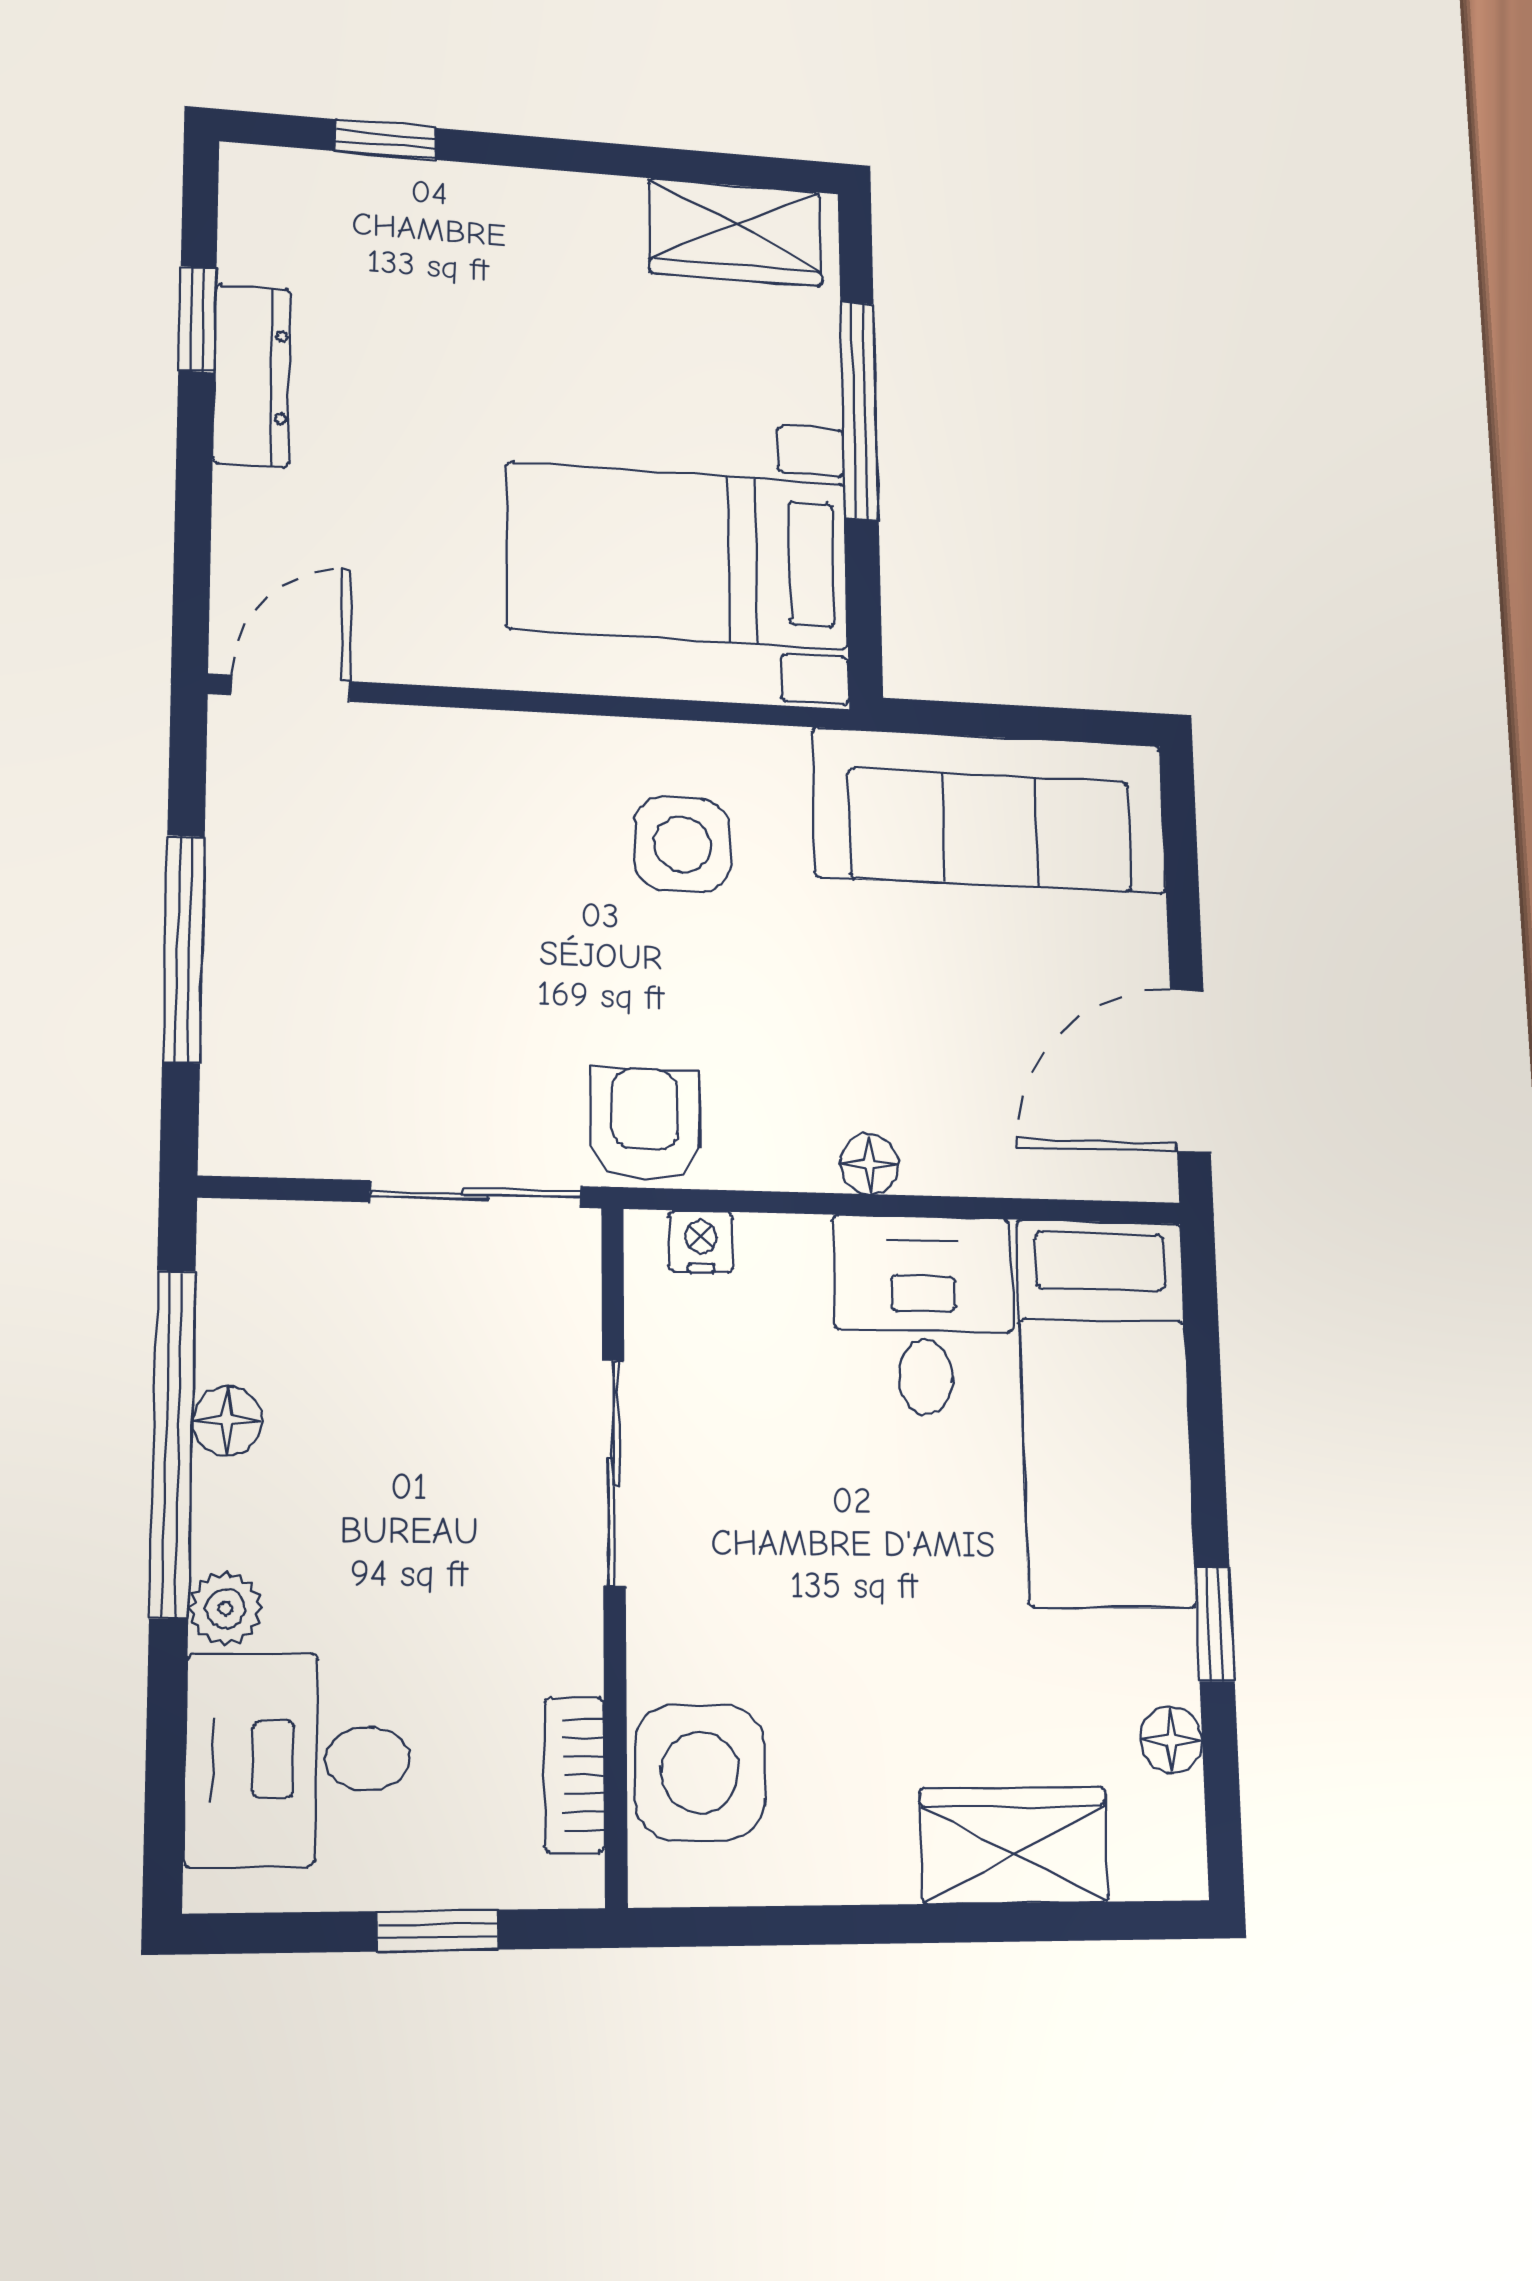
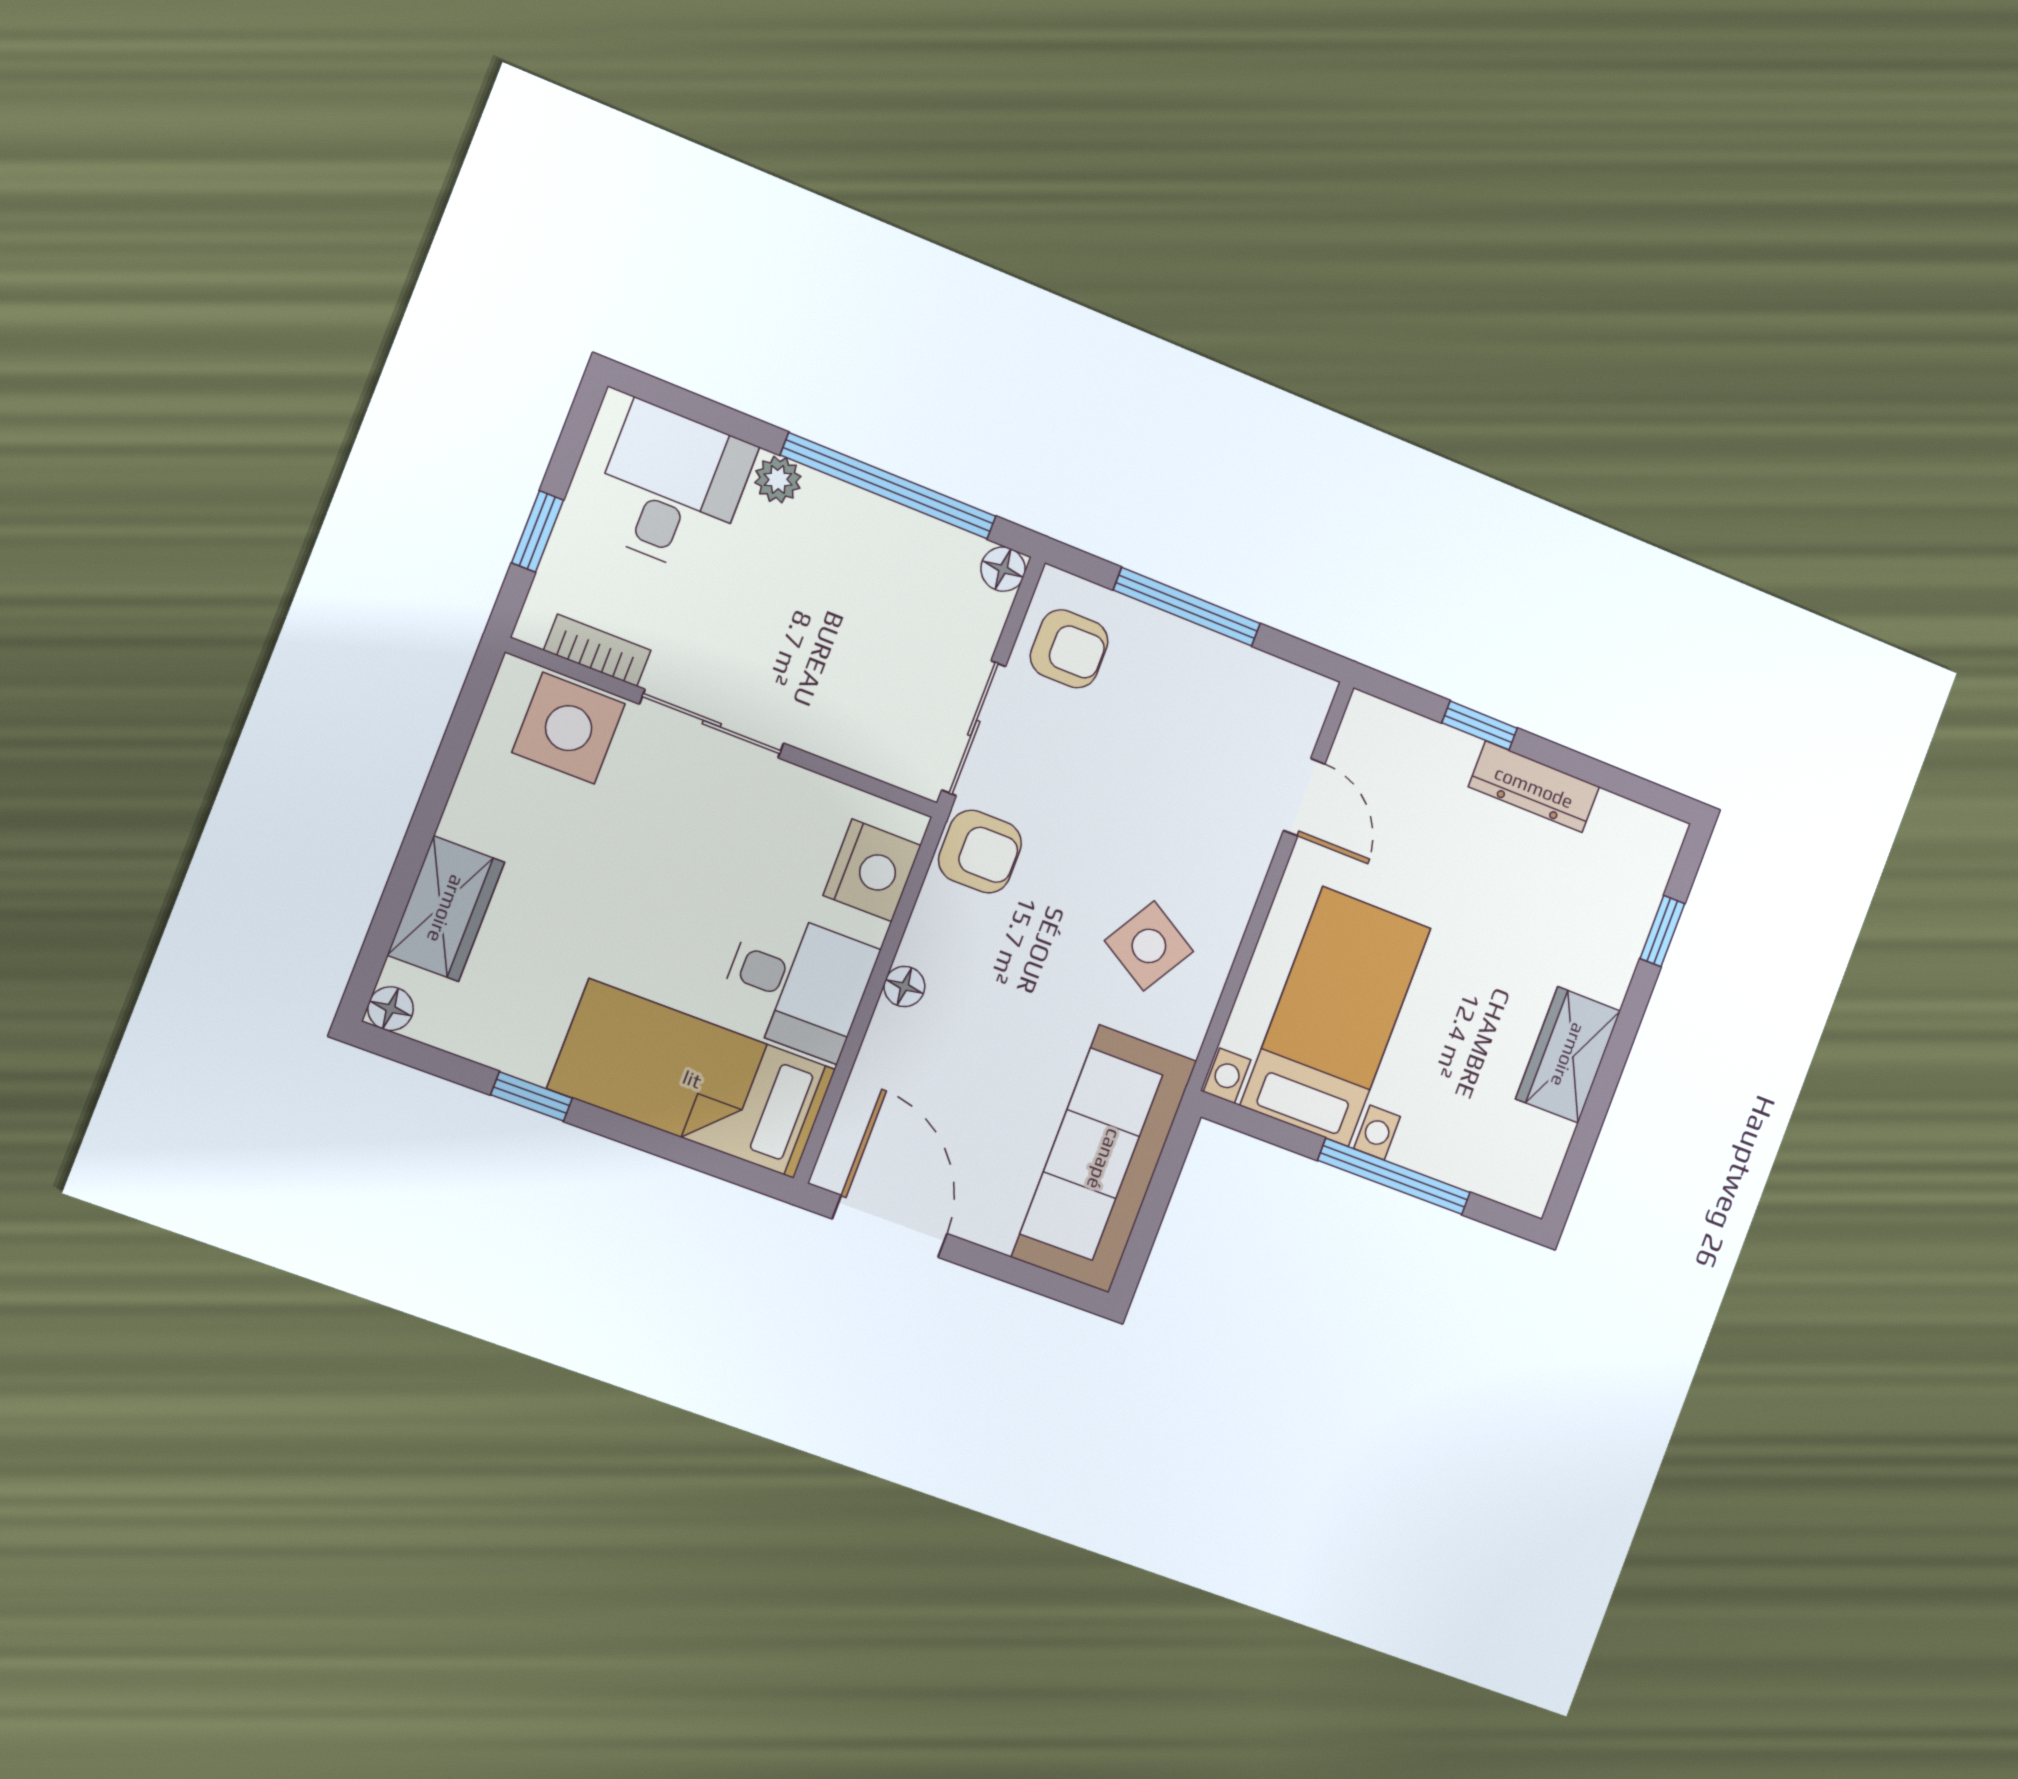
wardrobe: (735, 232) -> (1568, 1055), moved
window: (197, 319) -> (1480, 725), moved
door: (291, 688) -> (1304, 797), moved
side table: (682, 844) -> (1149, 946), turned 31
armchair: (310, 1097) -> (1069, 649), added
nightstand: (701, 1242) -> (872, 870), width x1.89, depth x1.79
floor lamp: (227, 1421) -> (1003, 569), moved
sliding door: (614, 1473) -> (712, 724), moved
floor lamp: (1171, 1740) -> (391, 1009), moved

